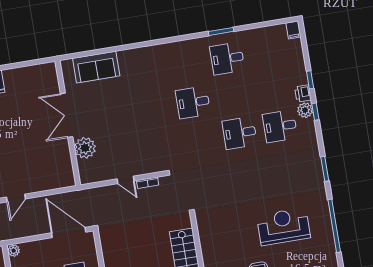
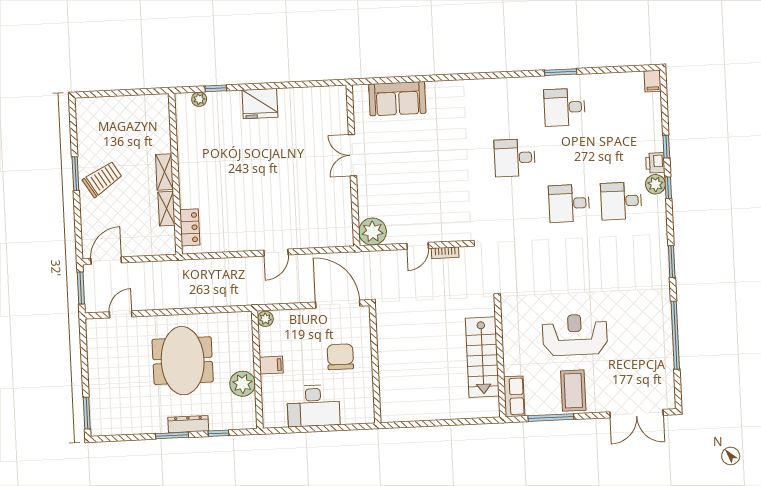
double door: (67, 115) -> (352, 155), width x0.73
plant: (85, 148) -> (373, 232), moved
door: (126, 180) -> (418, 246), hinge flipped
reception desk: (283, 227) -> (575, 335), moved

